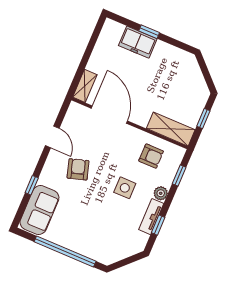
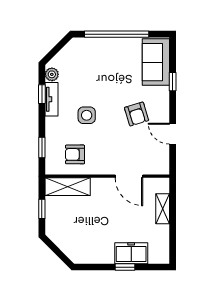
shelving: (85, 86) -> (163, 209), moved
door: (109, 115) -> (129, 176), width x0.73
plant: (161, 193) -> (52, 74), moved

